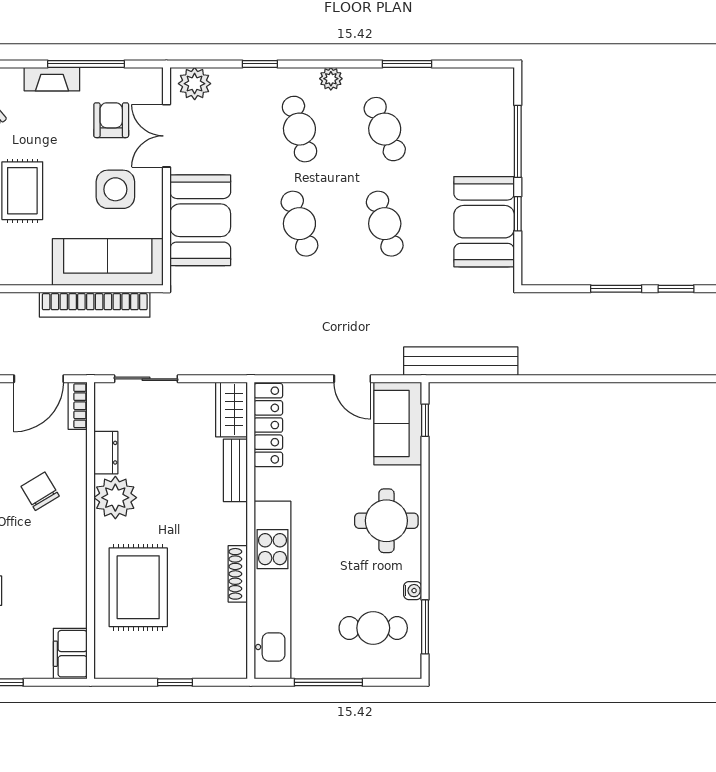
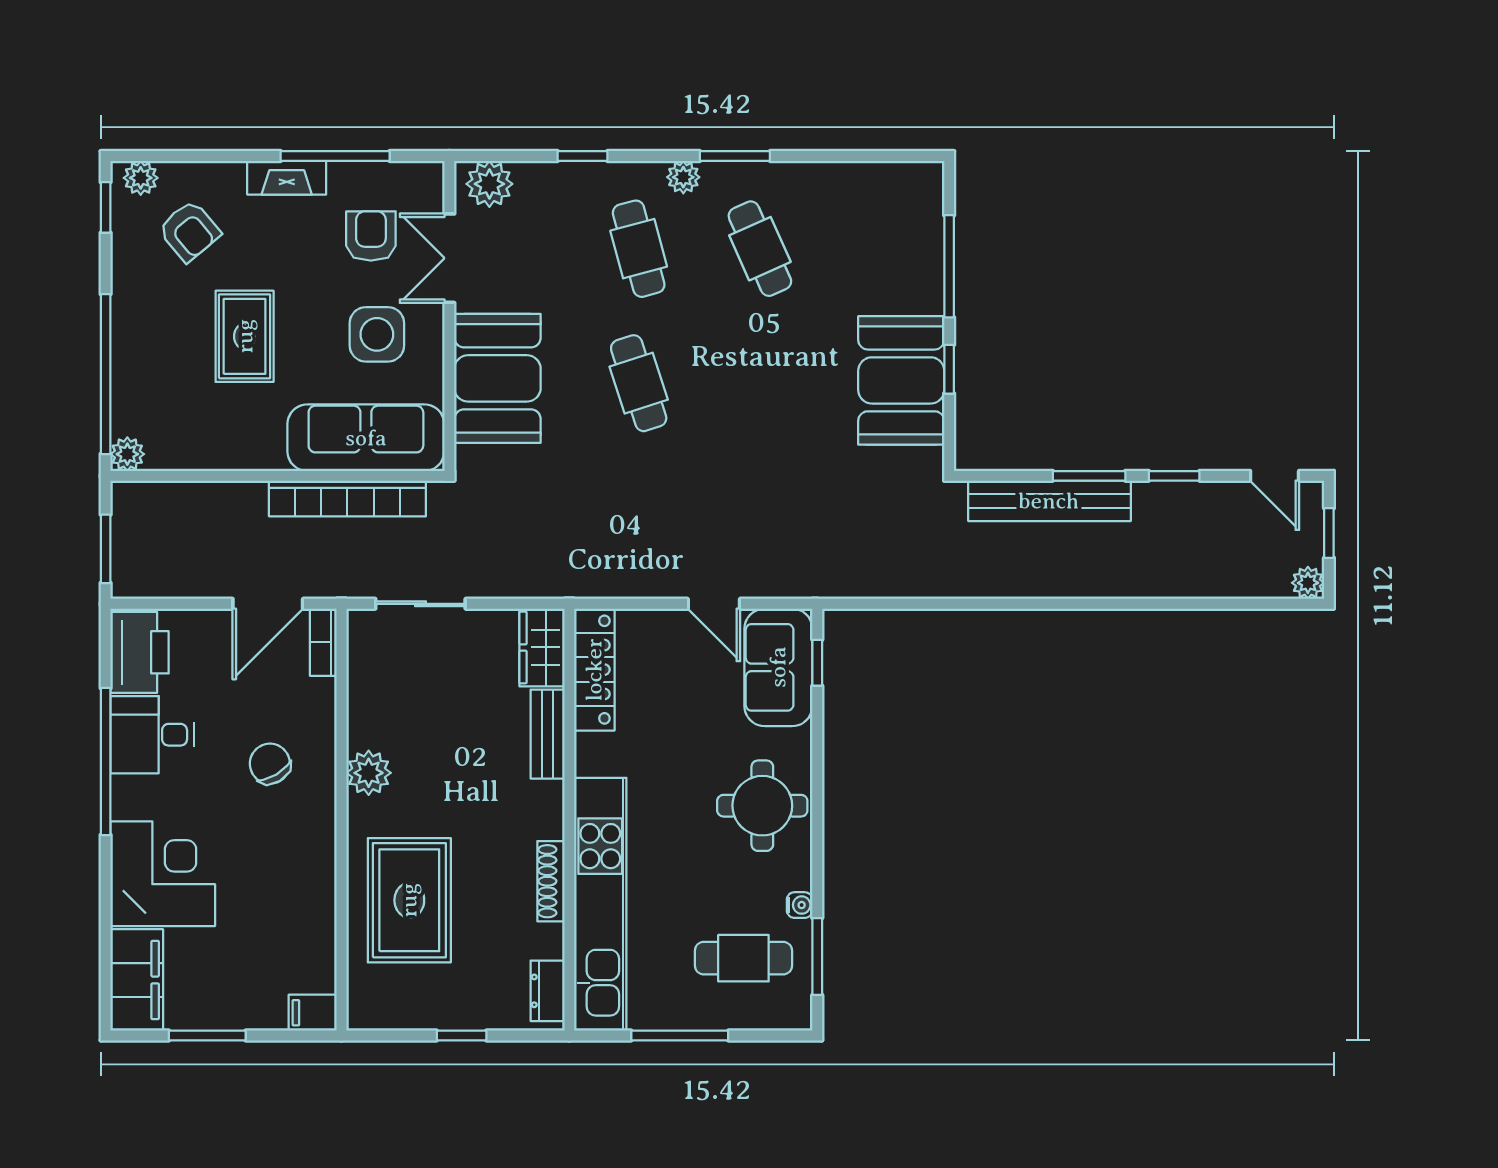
window: (407, 64) -> (735, 156), moved
cafe table: (385, 224) -> (760, 383), removed
bench: (461, 361) -> (1049, 501), moved
dresser: (106, 453) -> (548, 991), moved, turned 180
plant: (115, 498) -> (369, 773), width x0.73, depth x0.73
filing cabinet: (70, 654) -> (313, 1013), width x0.50

